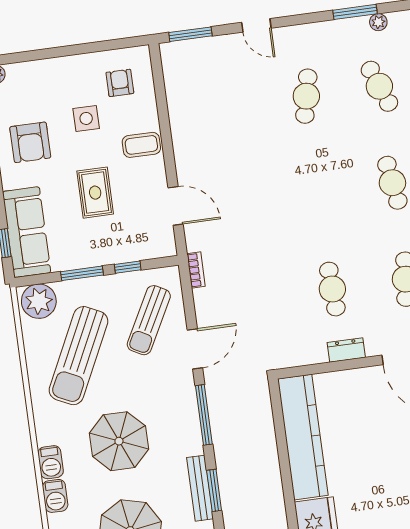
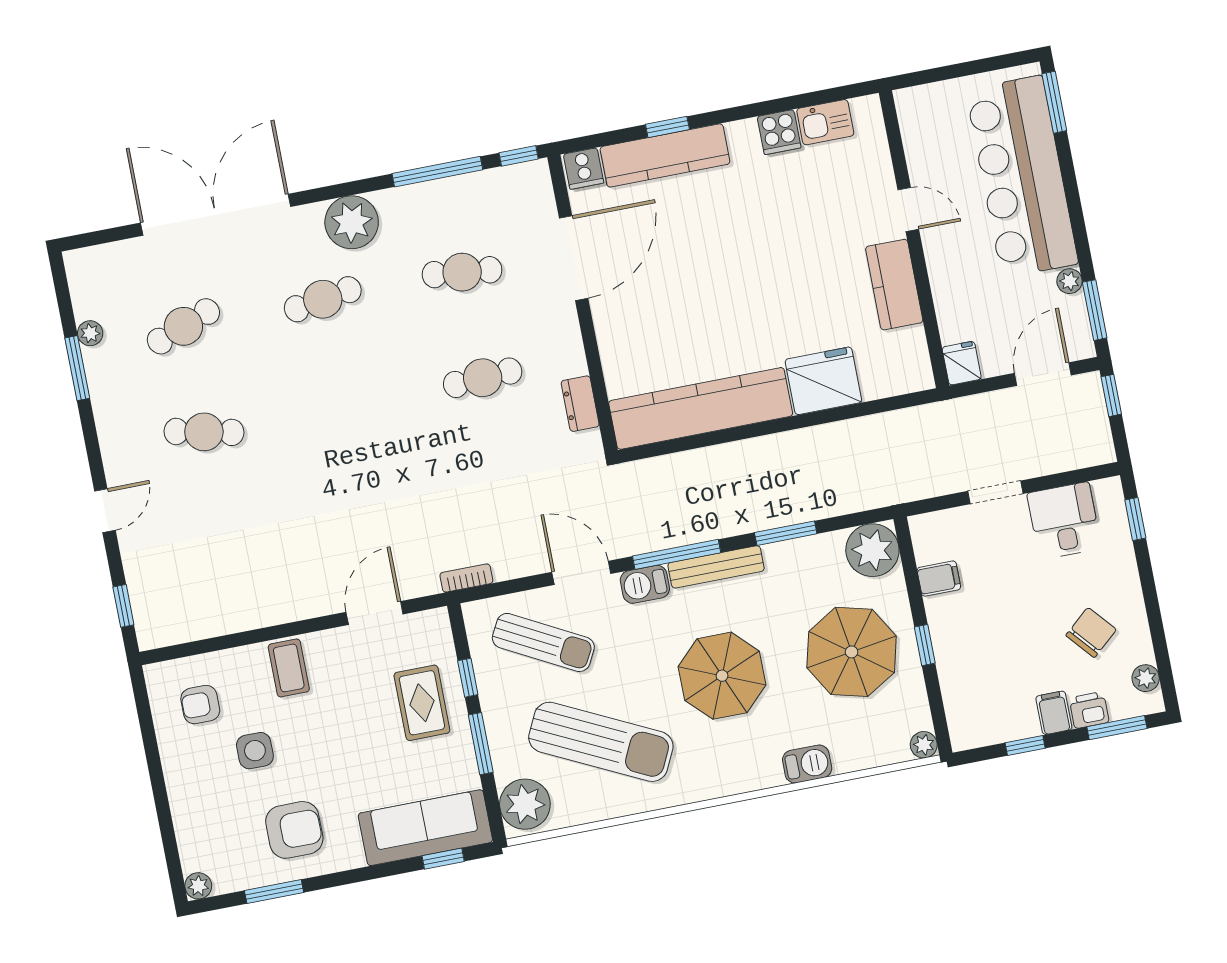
window: (190, 34) -> (123, 606), width x0.67
rug: (95, 193) -> (422, 703), moved, turned 90
dresser: (346, 350) -> (580, 404), moved
barbecue: (51, 462) -> (645, 584), moved, turned 180
bench: (200, 488) -> (716, 567), moved

